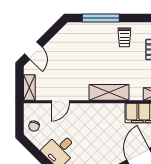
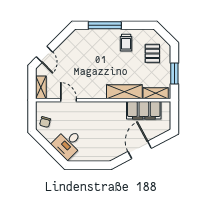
shelving: (109, 92) -> (124, 92), moved
door: (60, 102) -> (69, 100), swing flipped

